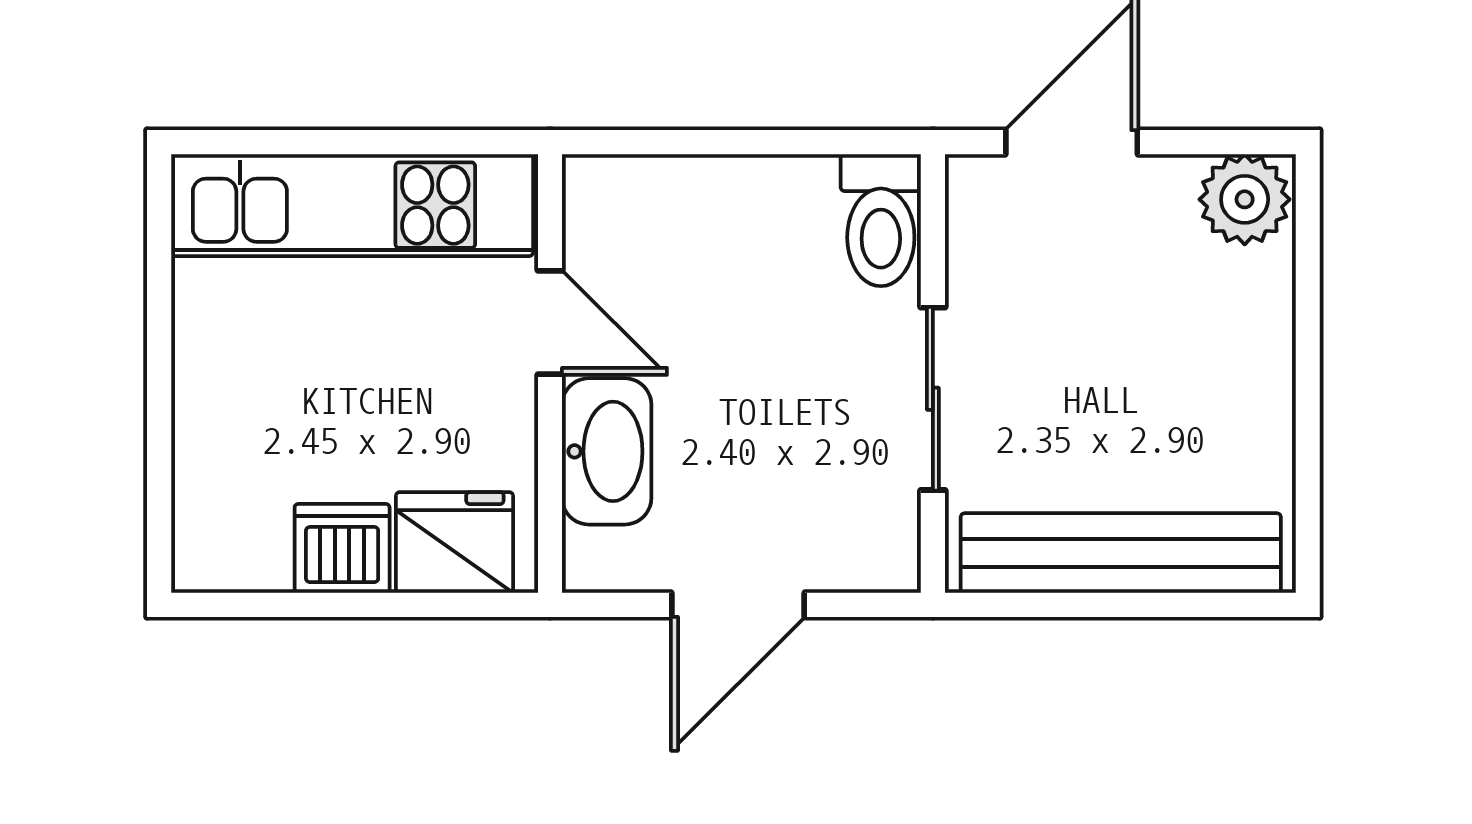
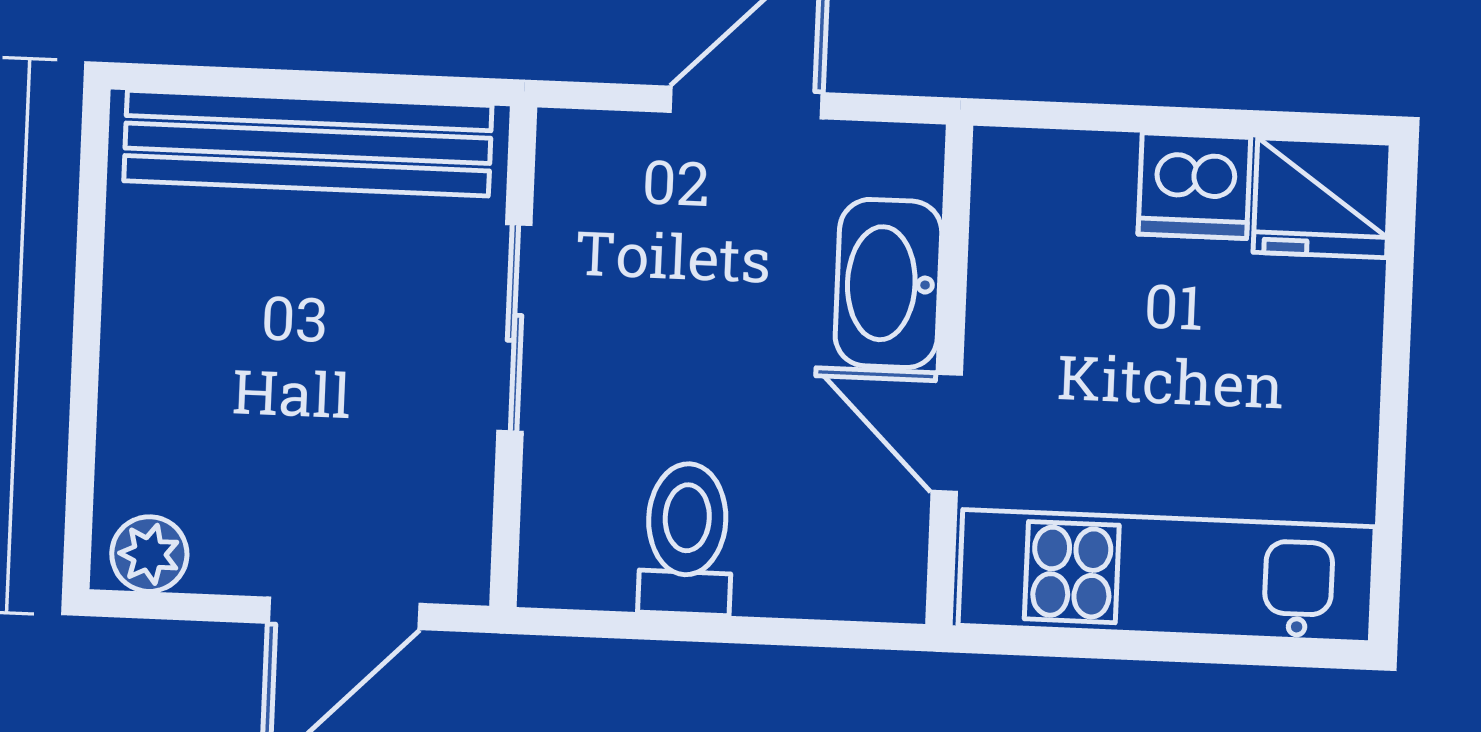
plant: (1245, 199) -> (149, 554), width x0.73, depth x0.73
toilet: (881, 220) -> (686, 539), moved
fridge: (454, 542) -> (1322, 198), moved

